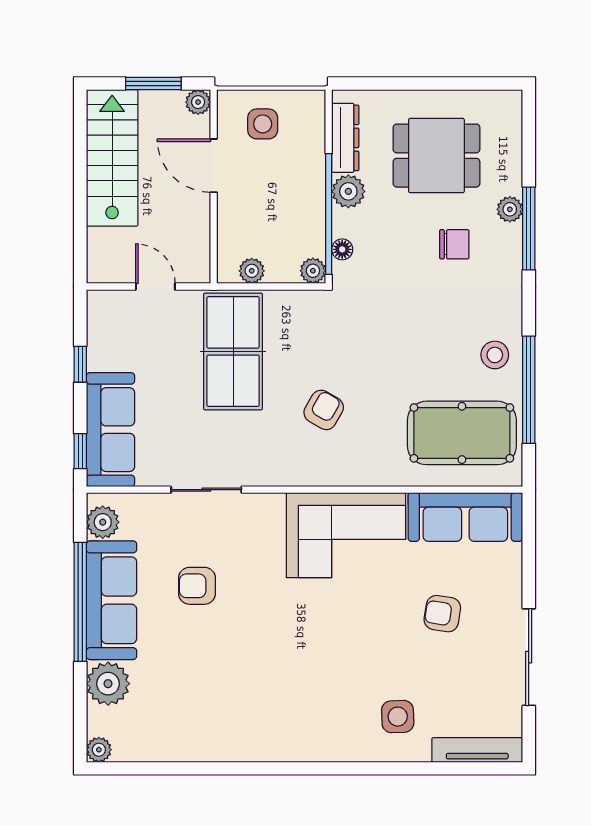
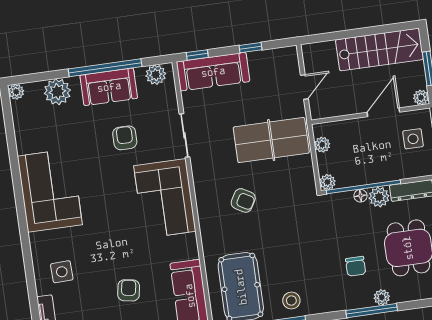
floor lamp: (342, 249) -> (360, 196), moved
corner sofa: (346, 535) -> (165, 198), moved
sofa: (111, 600) -> (109, 87), width x0.73
corner sofa: (265, 718) -> (50, 190), added

